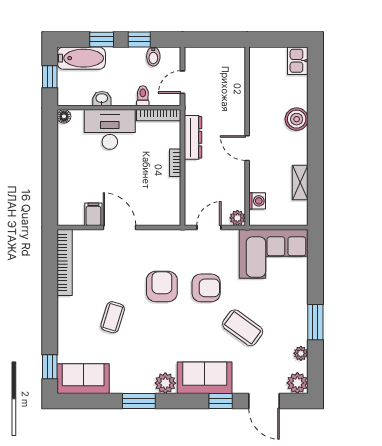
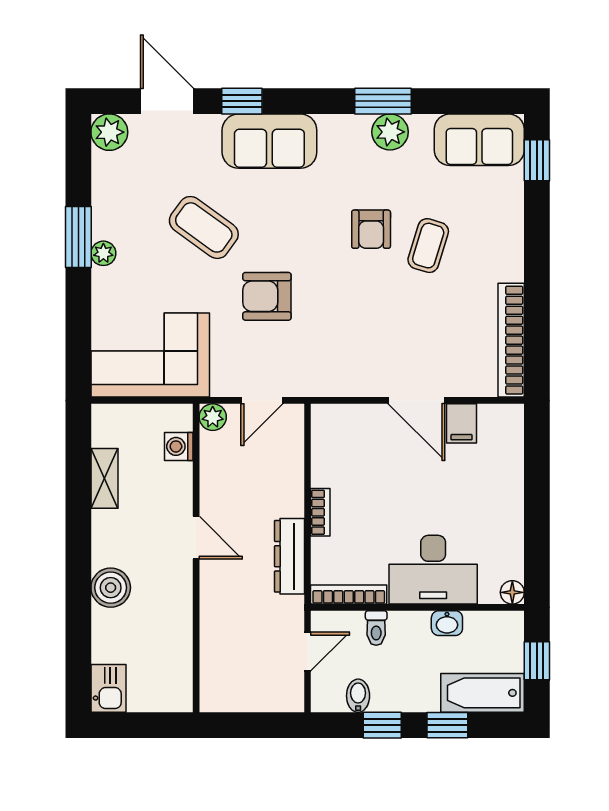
armchair: (162, 286) -> (371, 229), moved, width x0.72, depth x0.72
plant: (301, 353) -> (103, 253), moved
plant: (165, 383) -> (390, 132), moved

